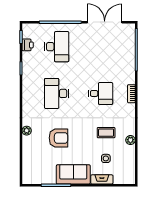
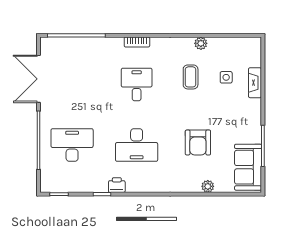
printer: (28, 45) -> (117, 185), moved
plant: (27, 131) -> (208, 186), moved
armchair: (58, 138) -> (198, 142), turned 180
sofa: (73, 174) -> (248, 167), moved

